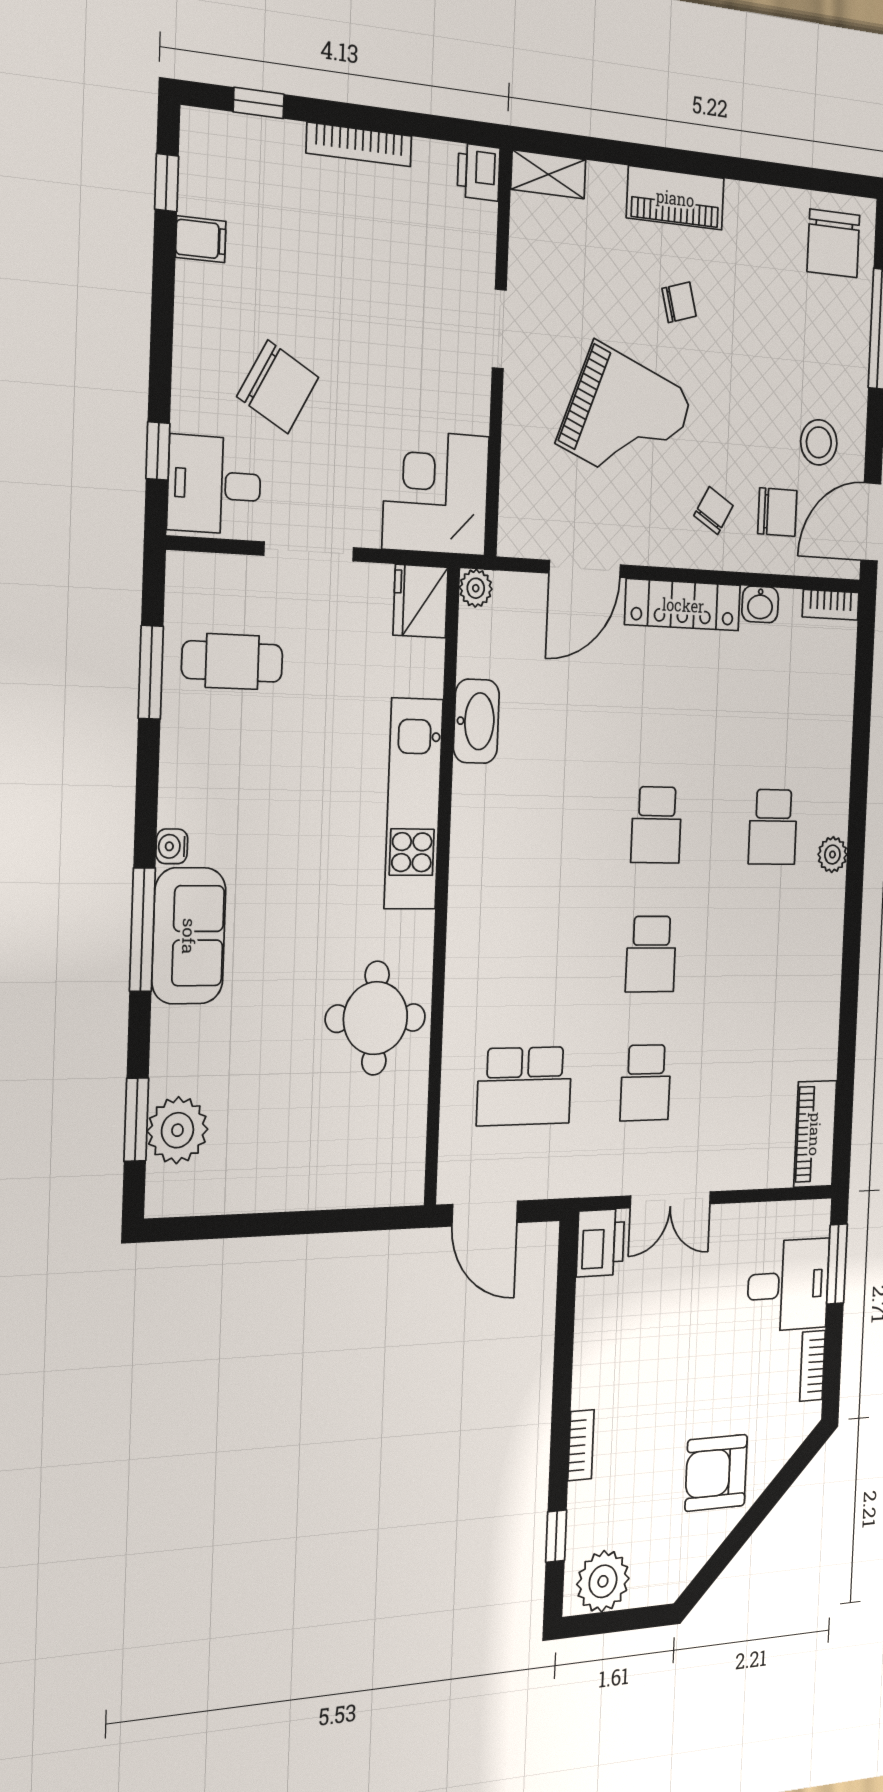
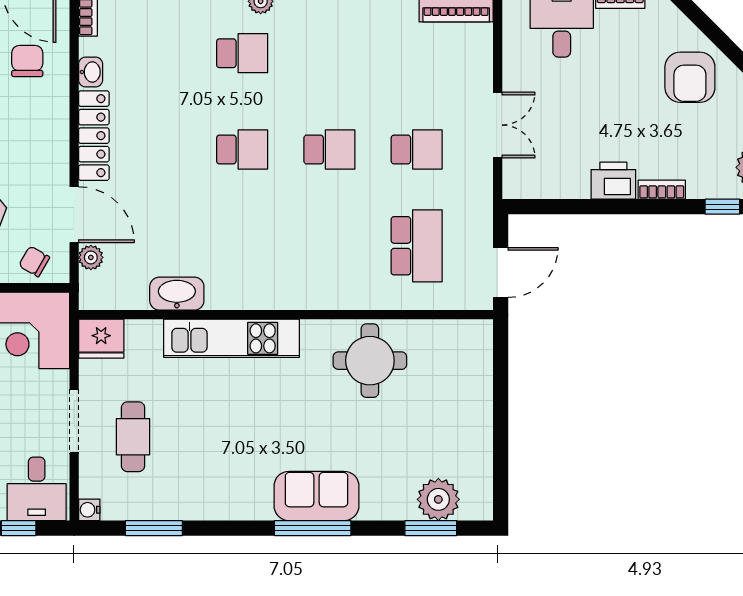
chair: (713, 511) -> (34, 261), moved
plant: (476, 588) -> (91, 257), moved
cafe table: (232, 661) -> (133, 437), moved
water cooler: (172, 846) -> (89, 510), moved, turned 90
printer: (600, 1243) -> (613, 181), moved

